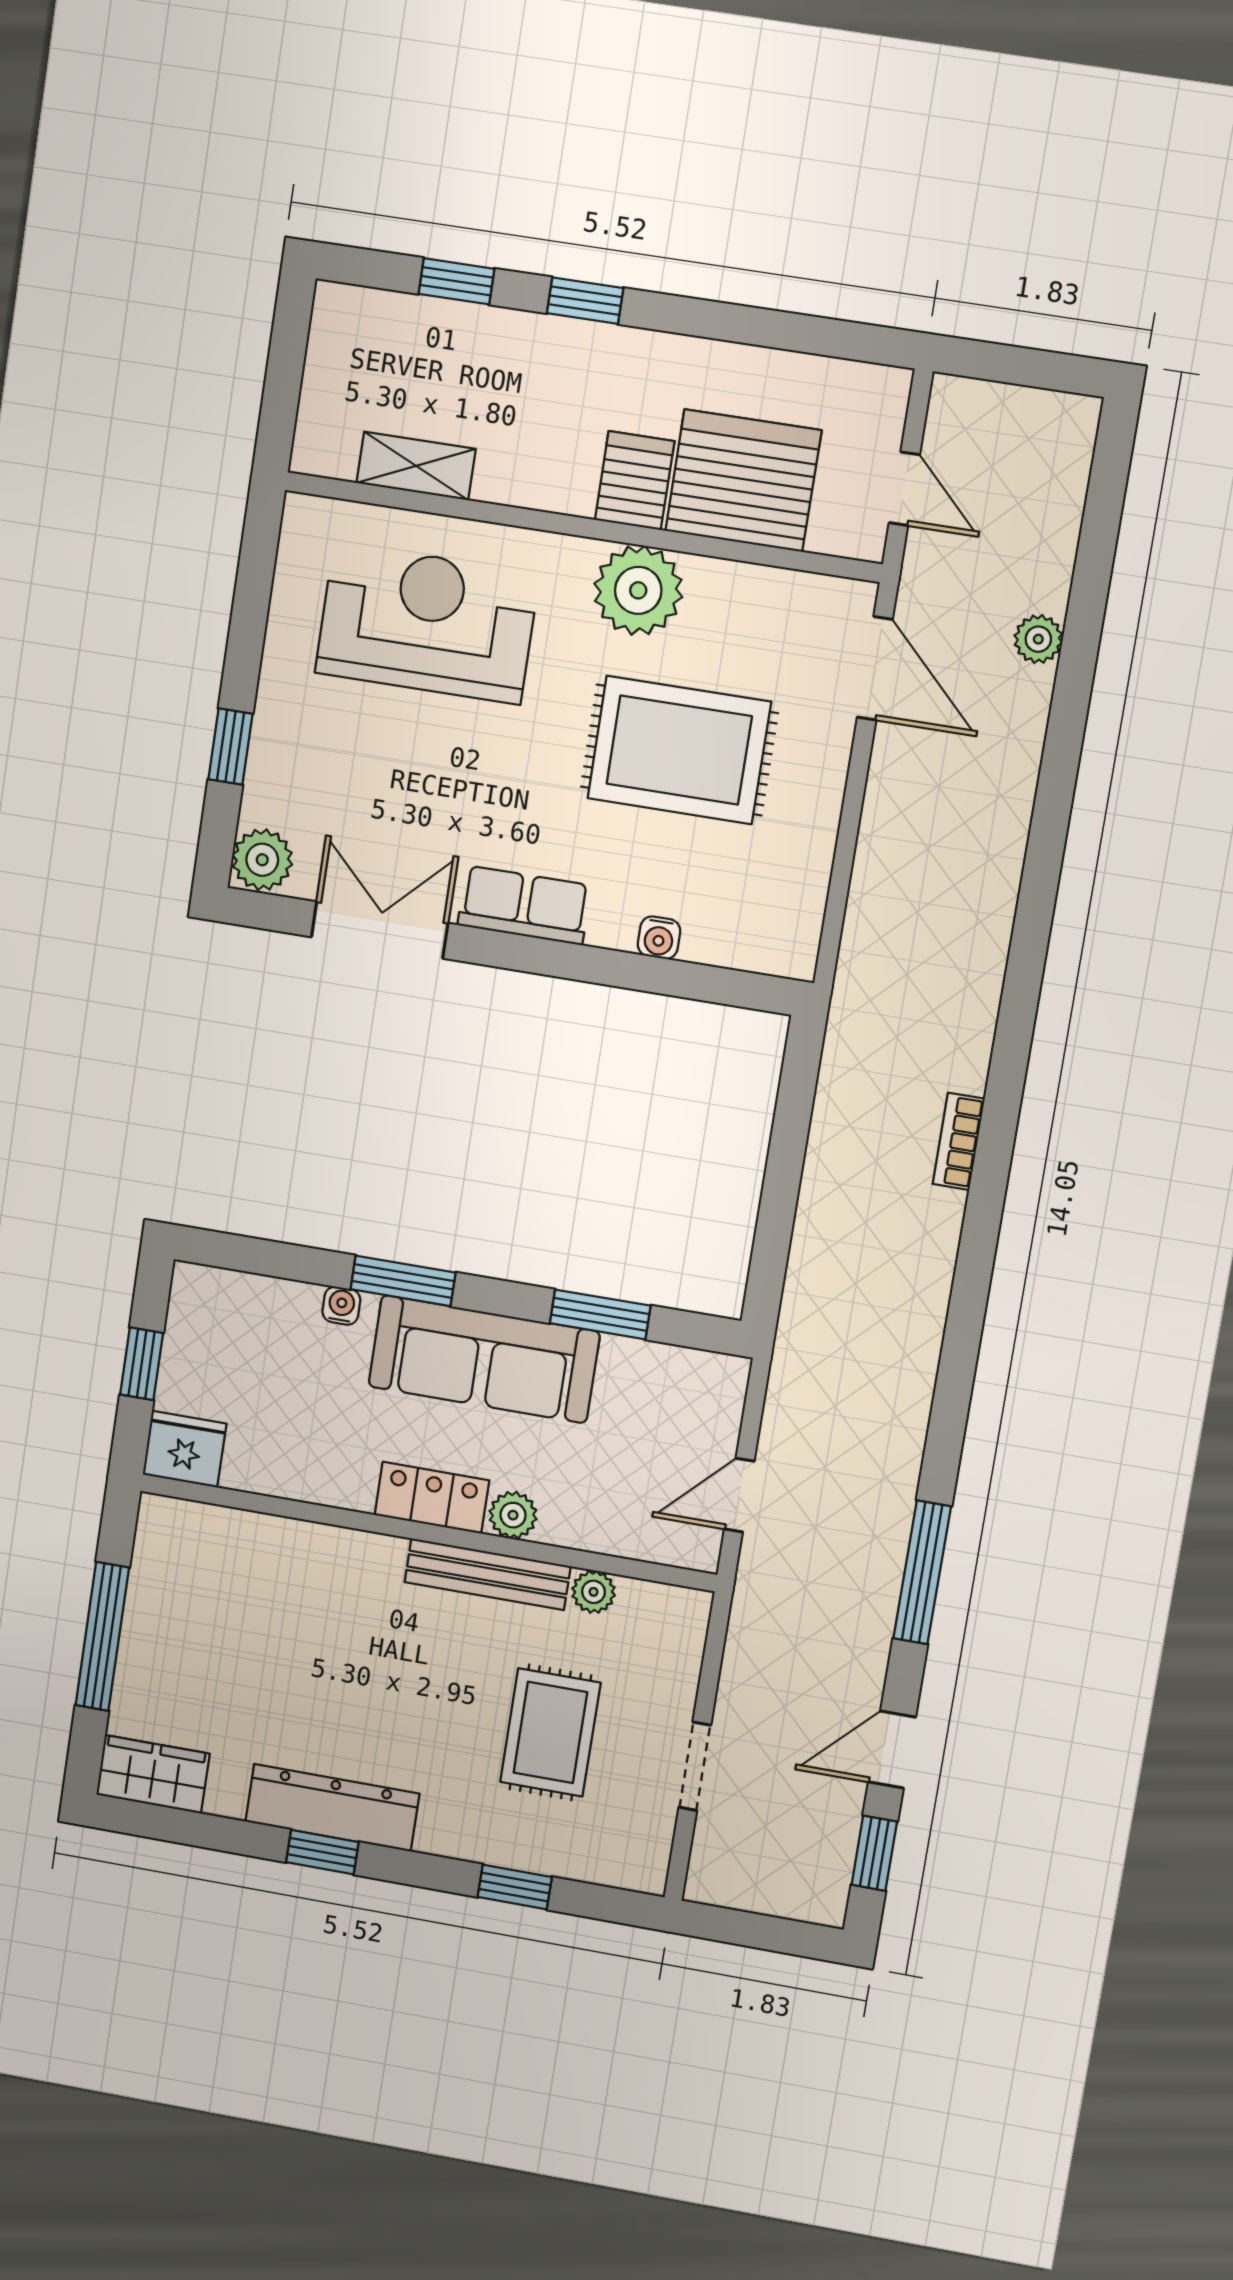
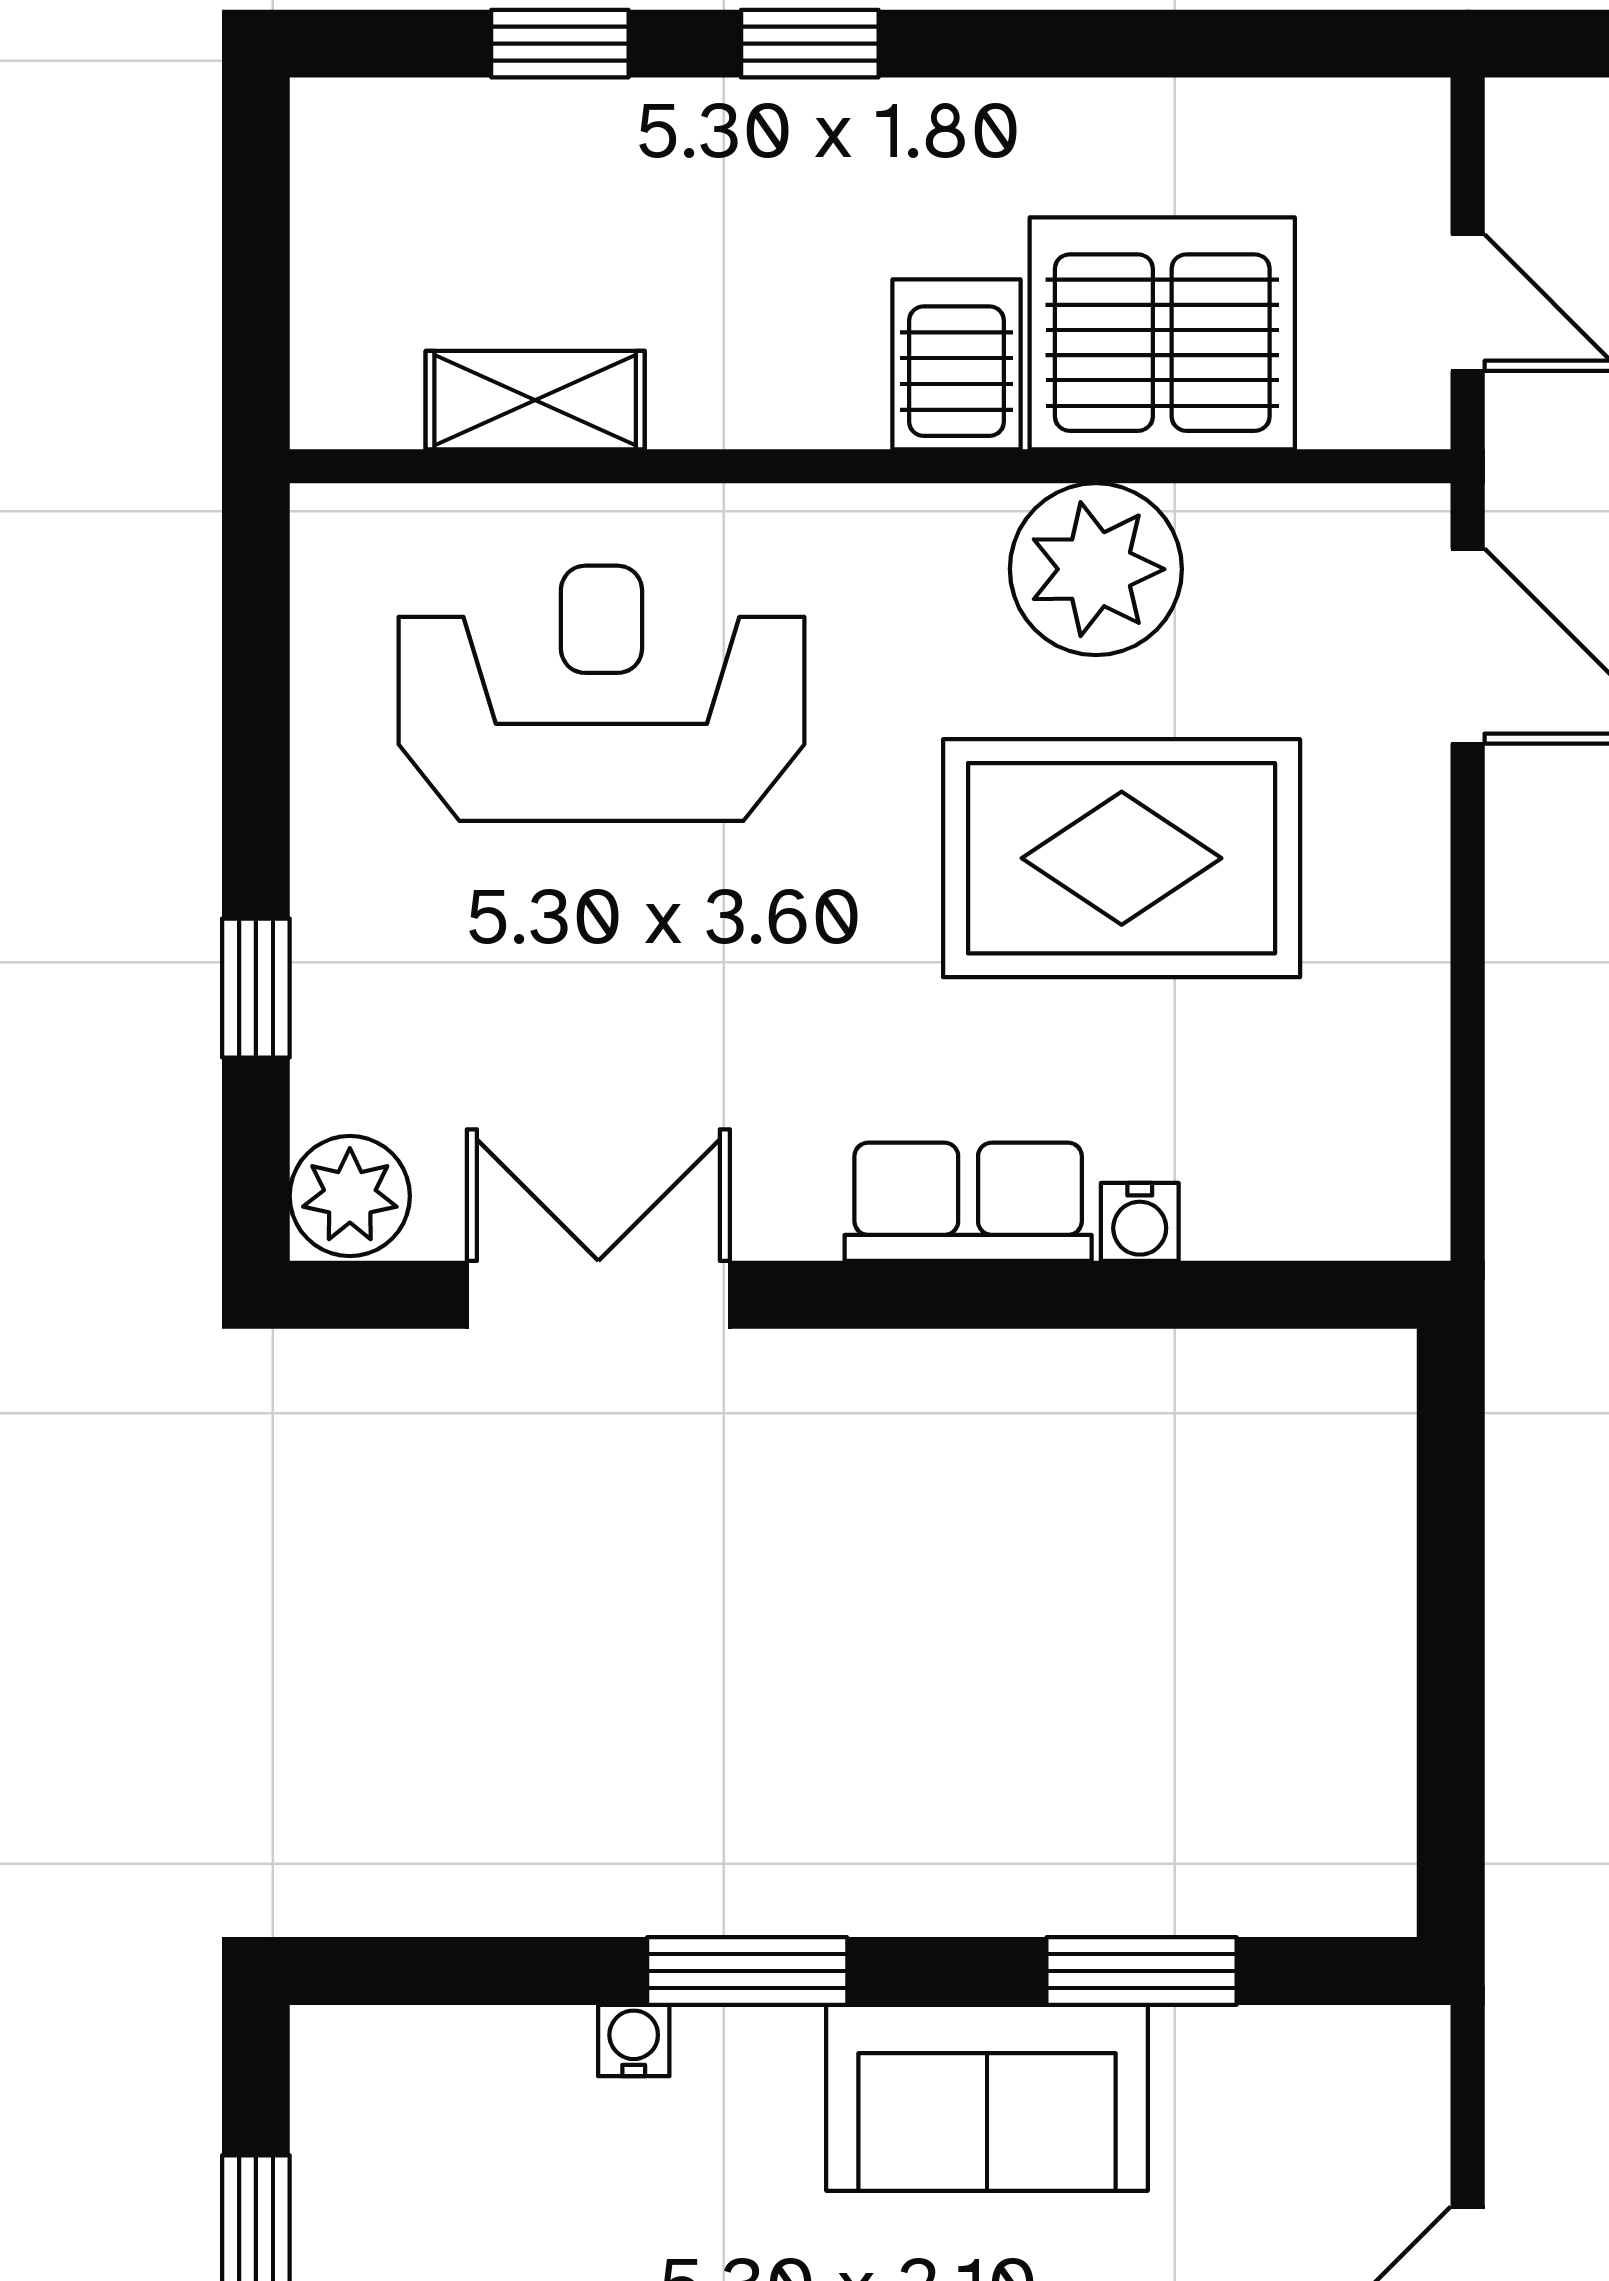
plant: (638, 590) -> (1096, 569), moved
row of seats: (524, 905) -> (968, 1202), moved
sofa: (484, 1359) -> (987, 2098), width x0.73

